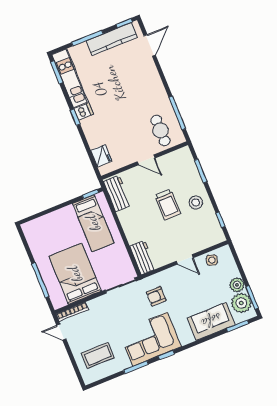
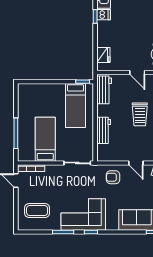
workbench: (143, 257) -> (104, 130), moved
bed: (75, 274) -> (45, 139), width x0.67
armchair: (156, 296) -> (113, 177), moved

